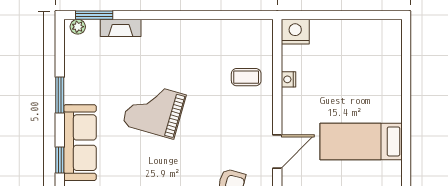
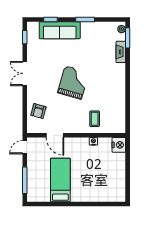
grand piano: (154, 110) -> (73, 82), moved

